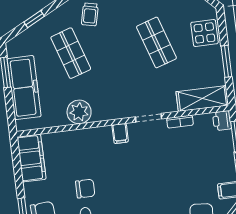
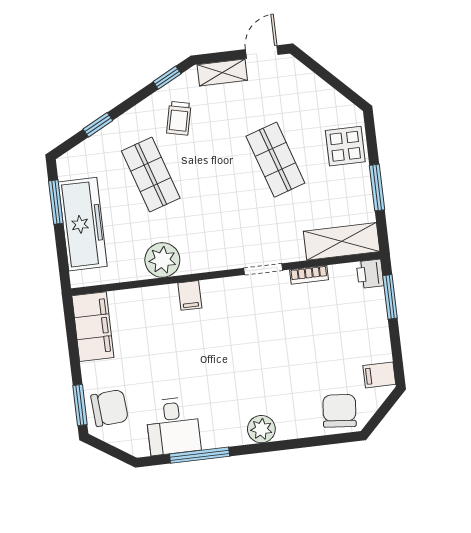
filing cabinet: (120, 133) -> (190, 295), moved
chair: (85, 189) -> (171, 371), removed

